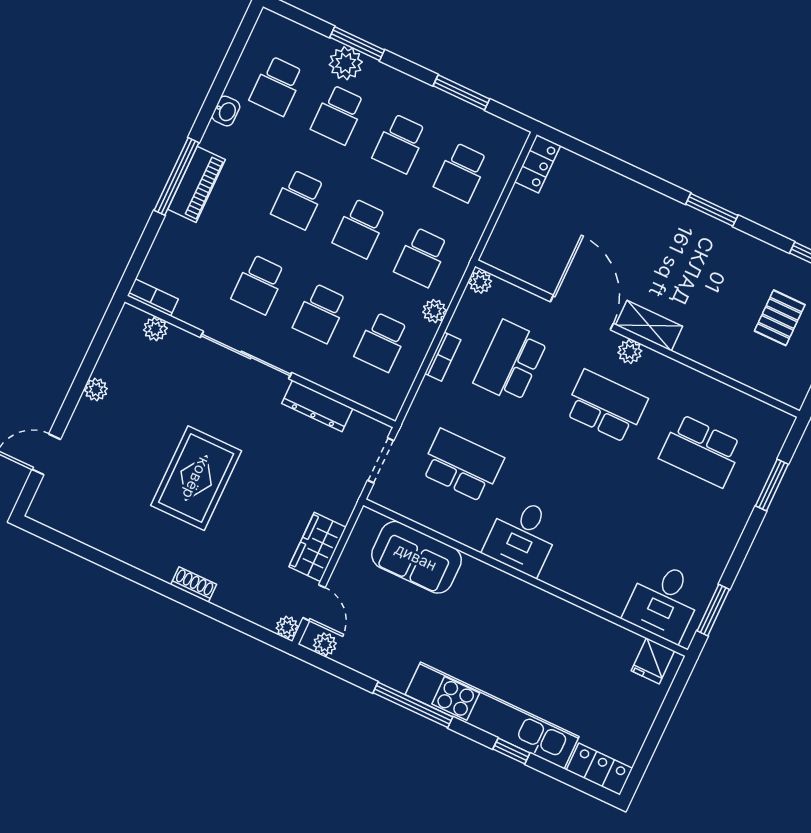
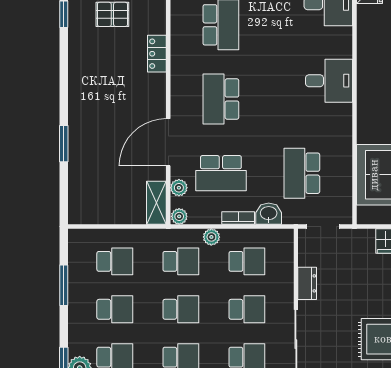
locker: (538, 164) -> (157, 54), moved, turned -90
window: (712, 210) -> (64, 144), moved
shelving: (649, 326) -> (156, 203), moved
plant: (630, 352) -> (179, 188), moved
washbasin: (430, 398) -> (269, 214), added
dresser: (317, 406) -> (307, 283), width x0.70
desk: (522, 536) -> (329, 81), moved

